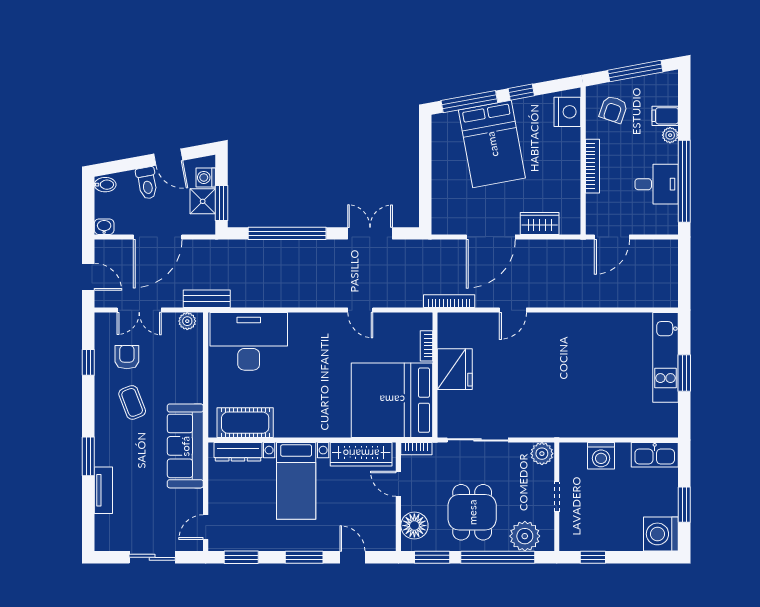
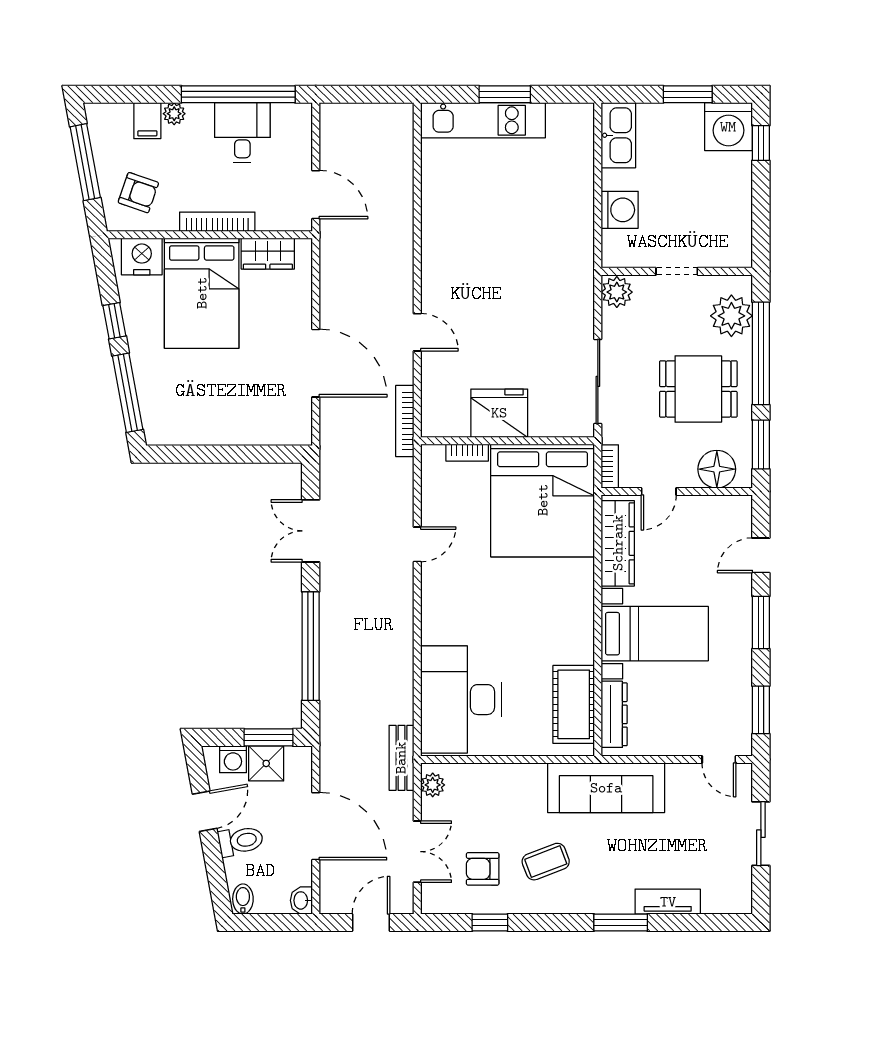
bed: (492, 144) -> (202, 293), moved, turned 100
wardrobe: (540, 223) -> (268, 254), moved, turned -90
window: (593, 557) -> (761, 143), moved

